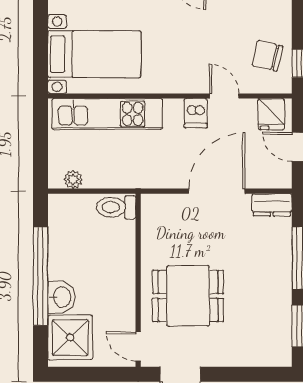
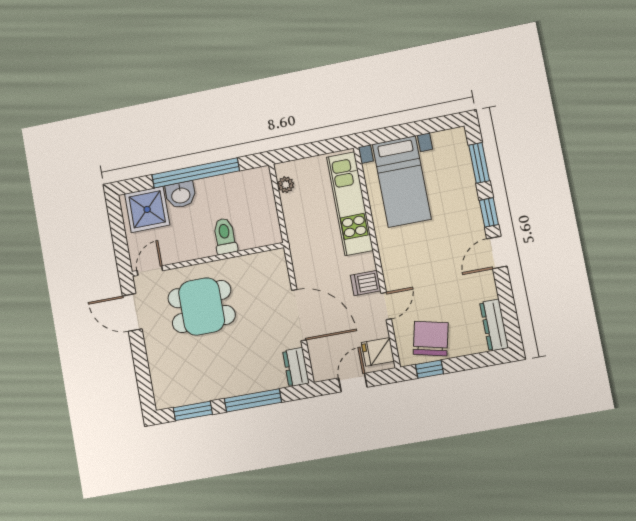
chair: (267, 56) -> (431, 339), width x1.37, depth x1.37
toilet: (116, 207) -> (225, 236), moved
dining table: (188, 296) -> (202, 307), turned 90

